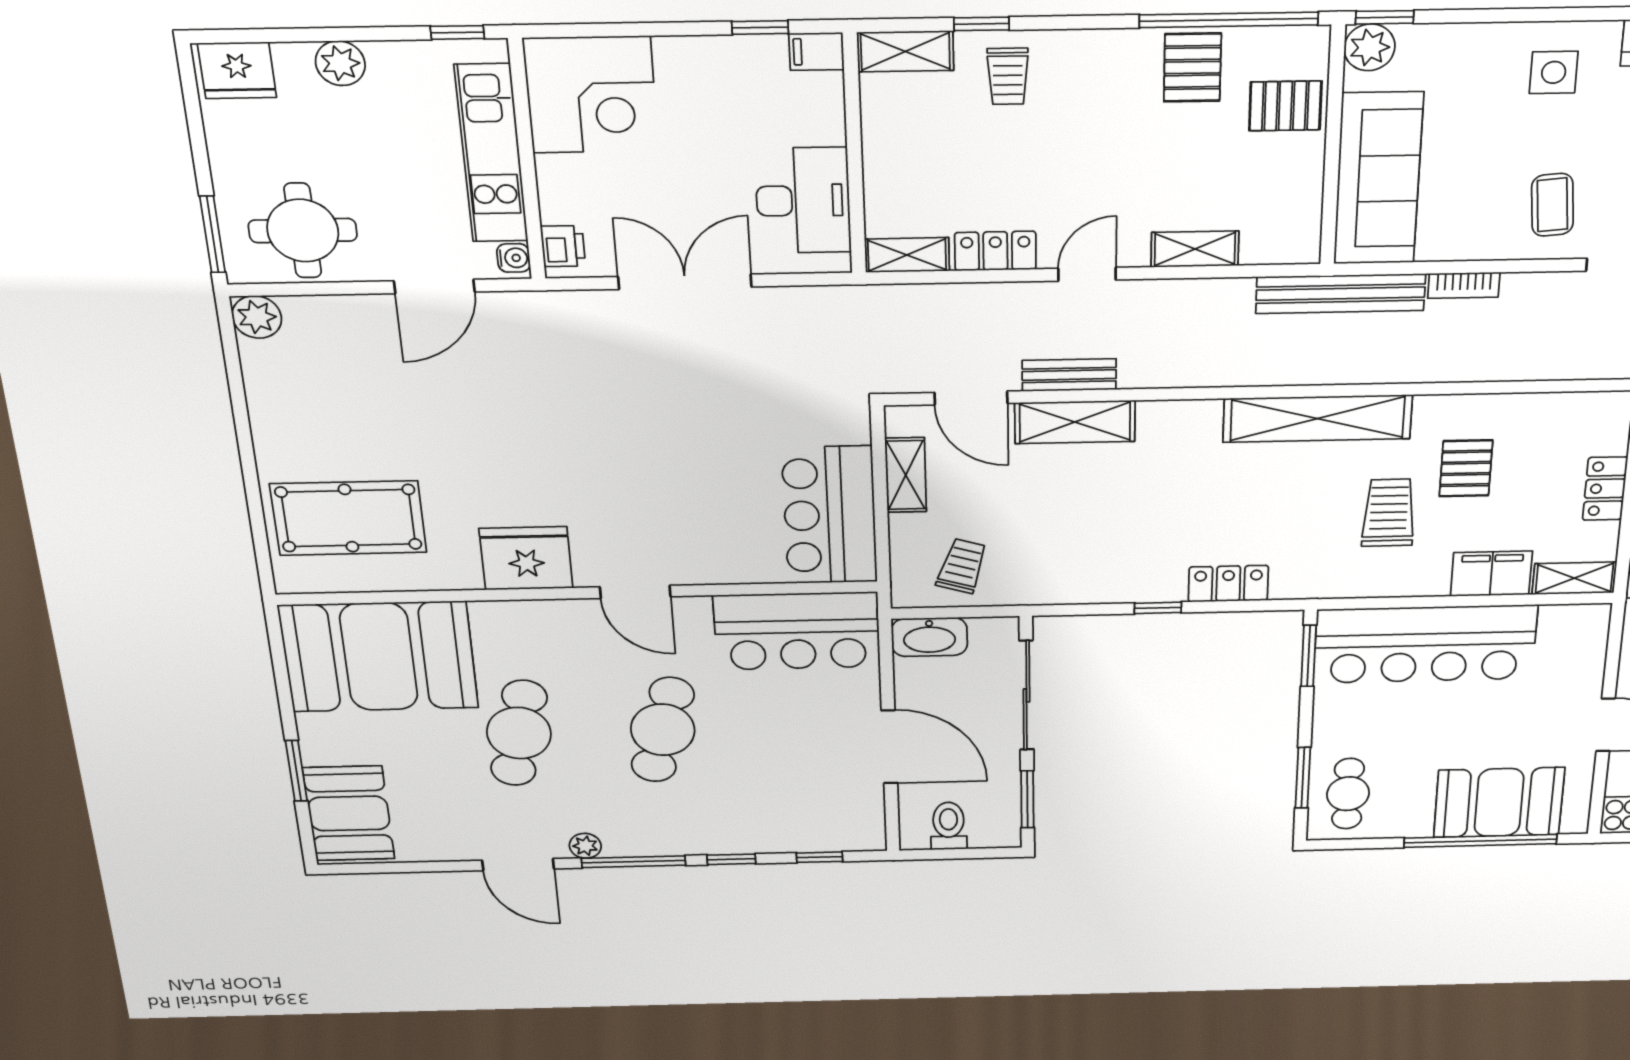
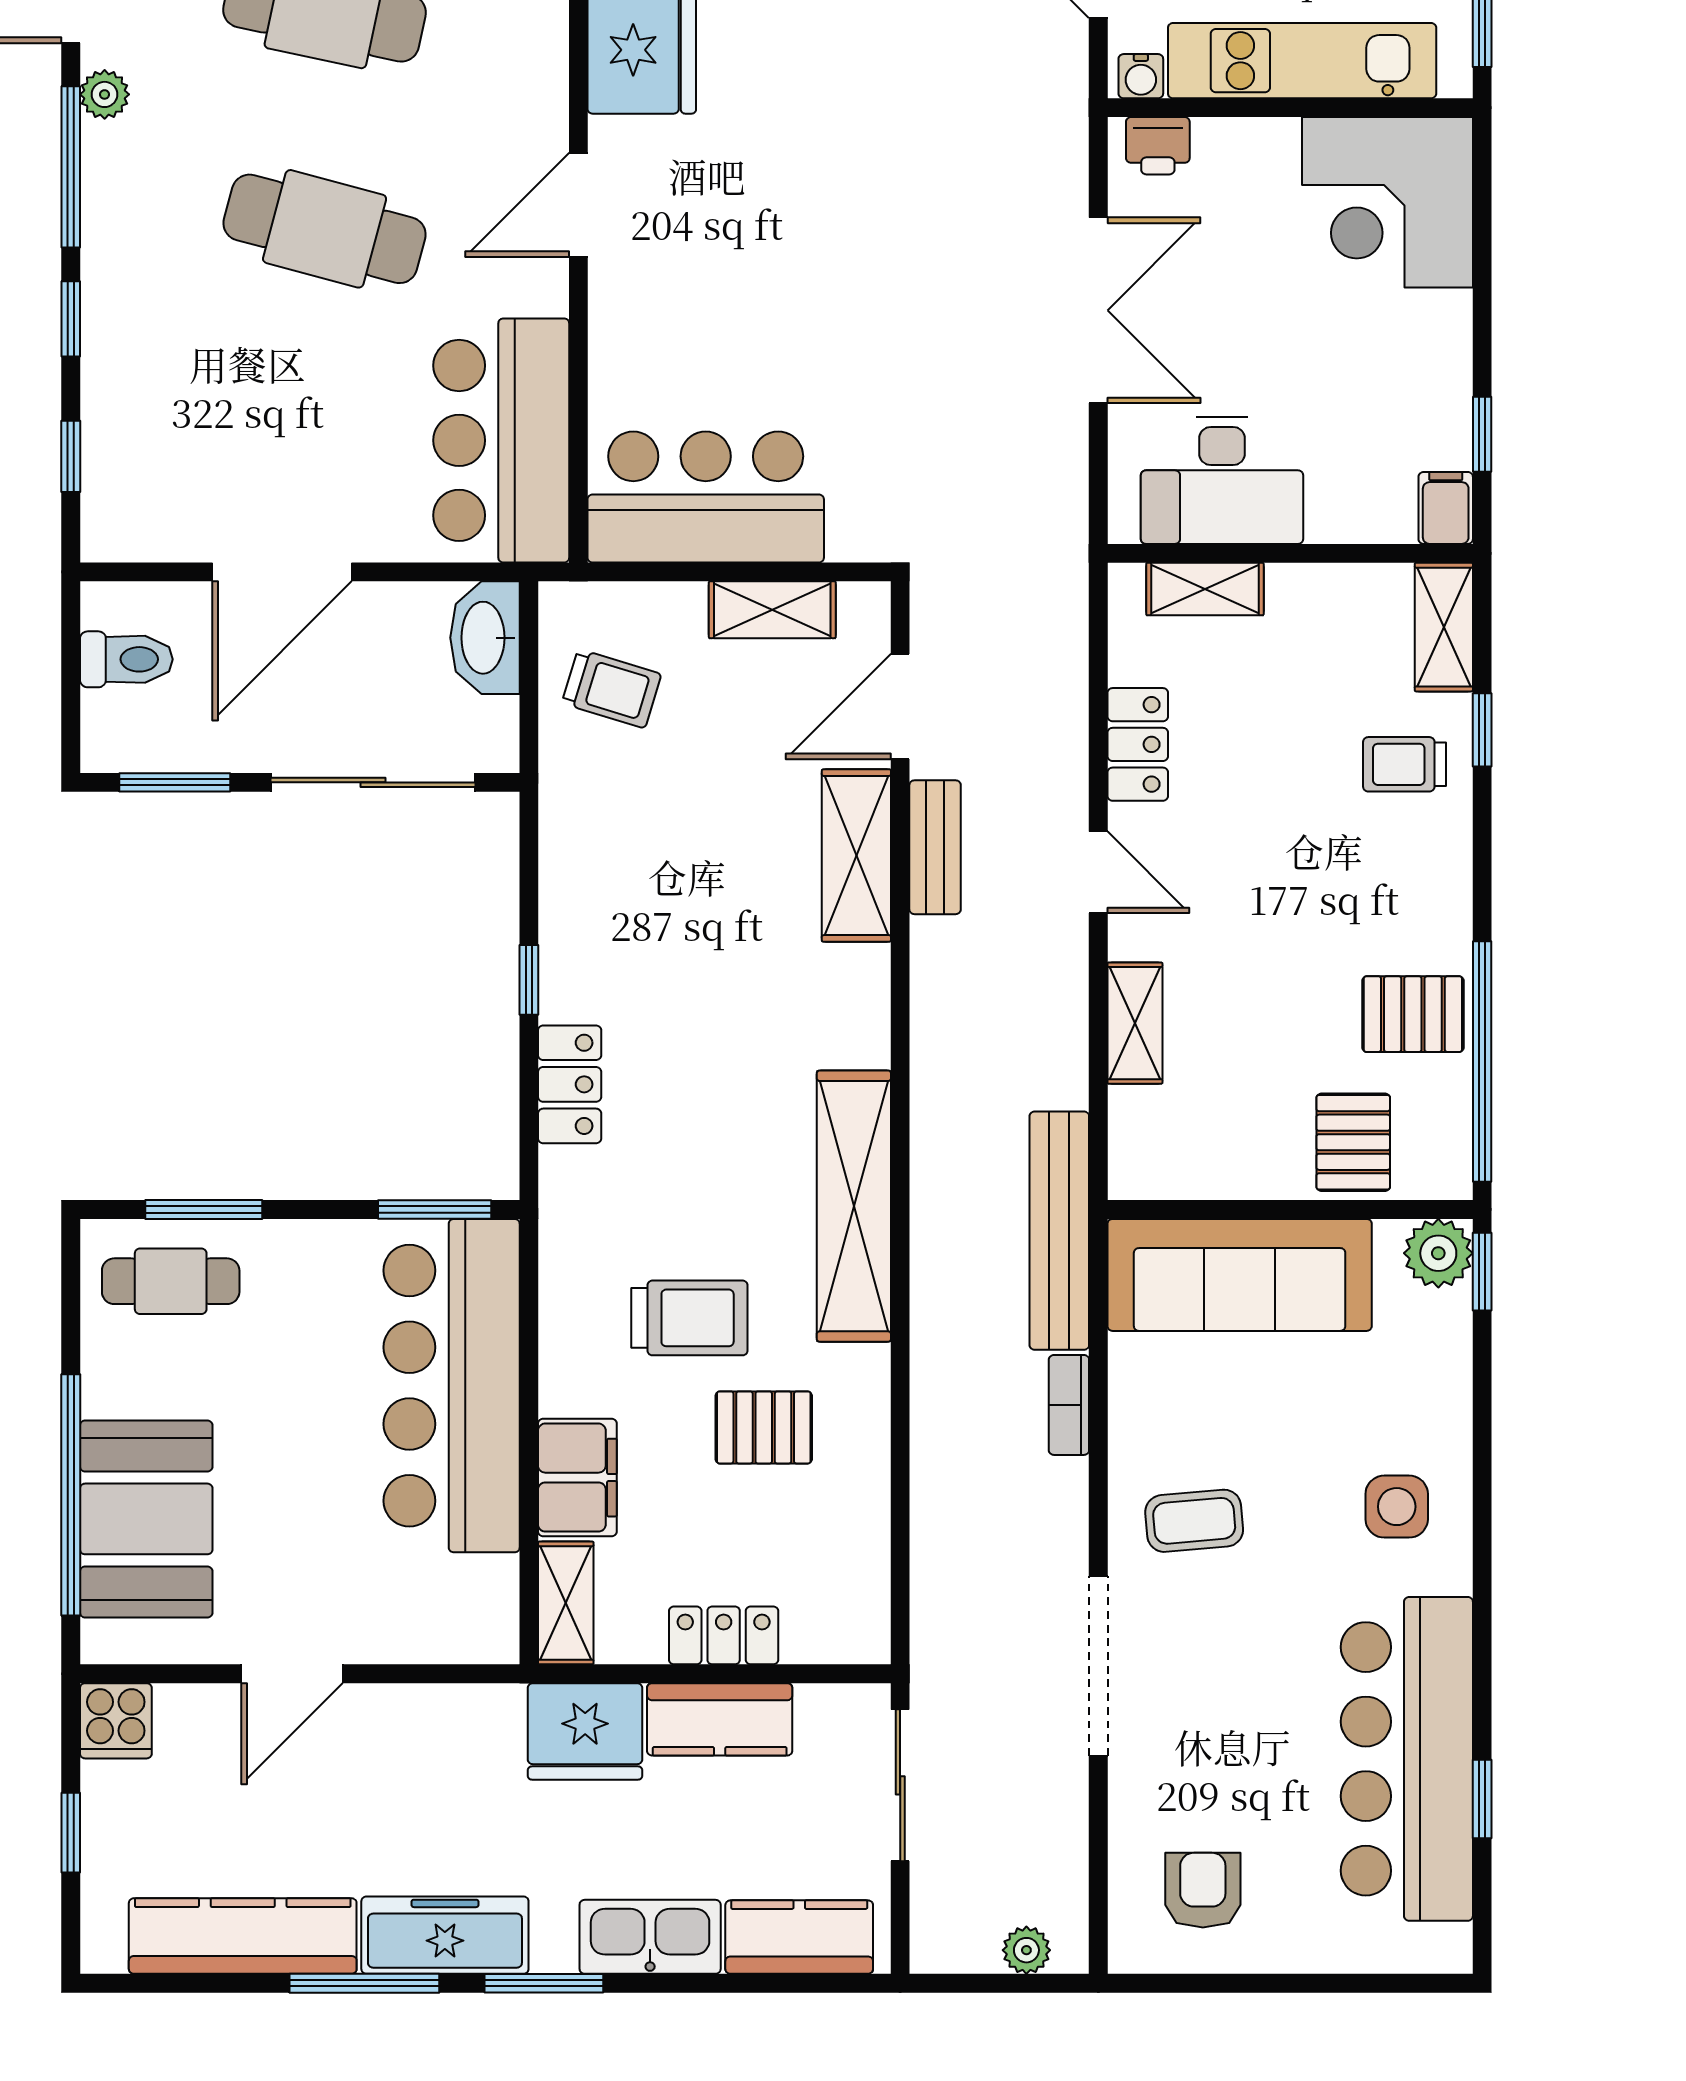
shelving: (907, 255) -> (1205, 589), moved, turned 90

